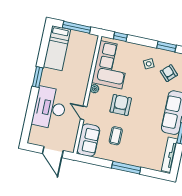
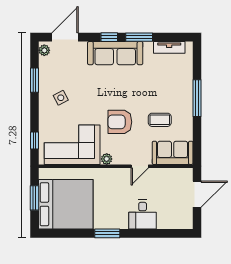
window: (77, 27) -> (35, 198), width x0.69
bed: (57, 48) -> (66, 204), width x2.04
armchair: (169, 73) -> (67, 70), removed
desk: (50, 108) -> (143, 214), width x0.53, depth x0.77
tv unit: (169, 155) -> (169, 47), width x0.71

